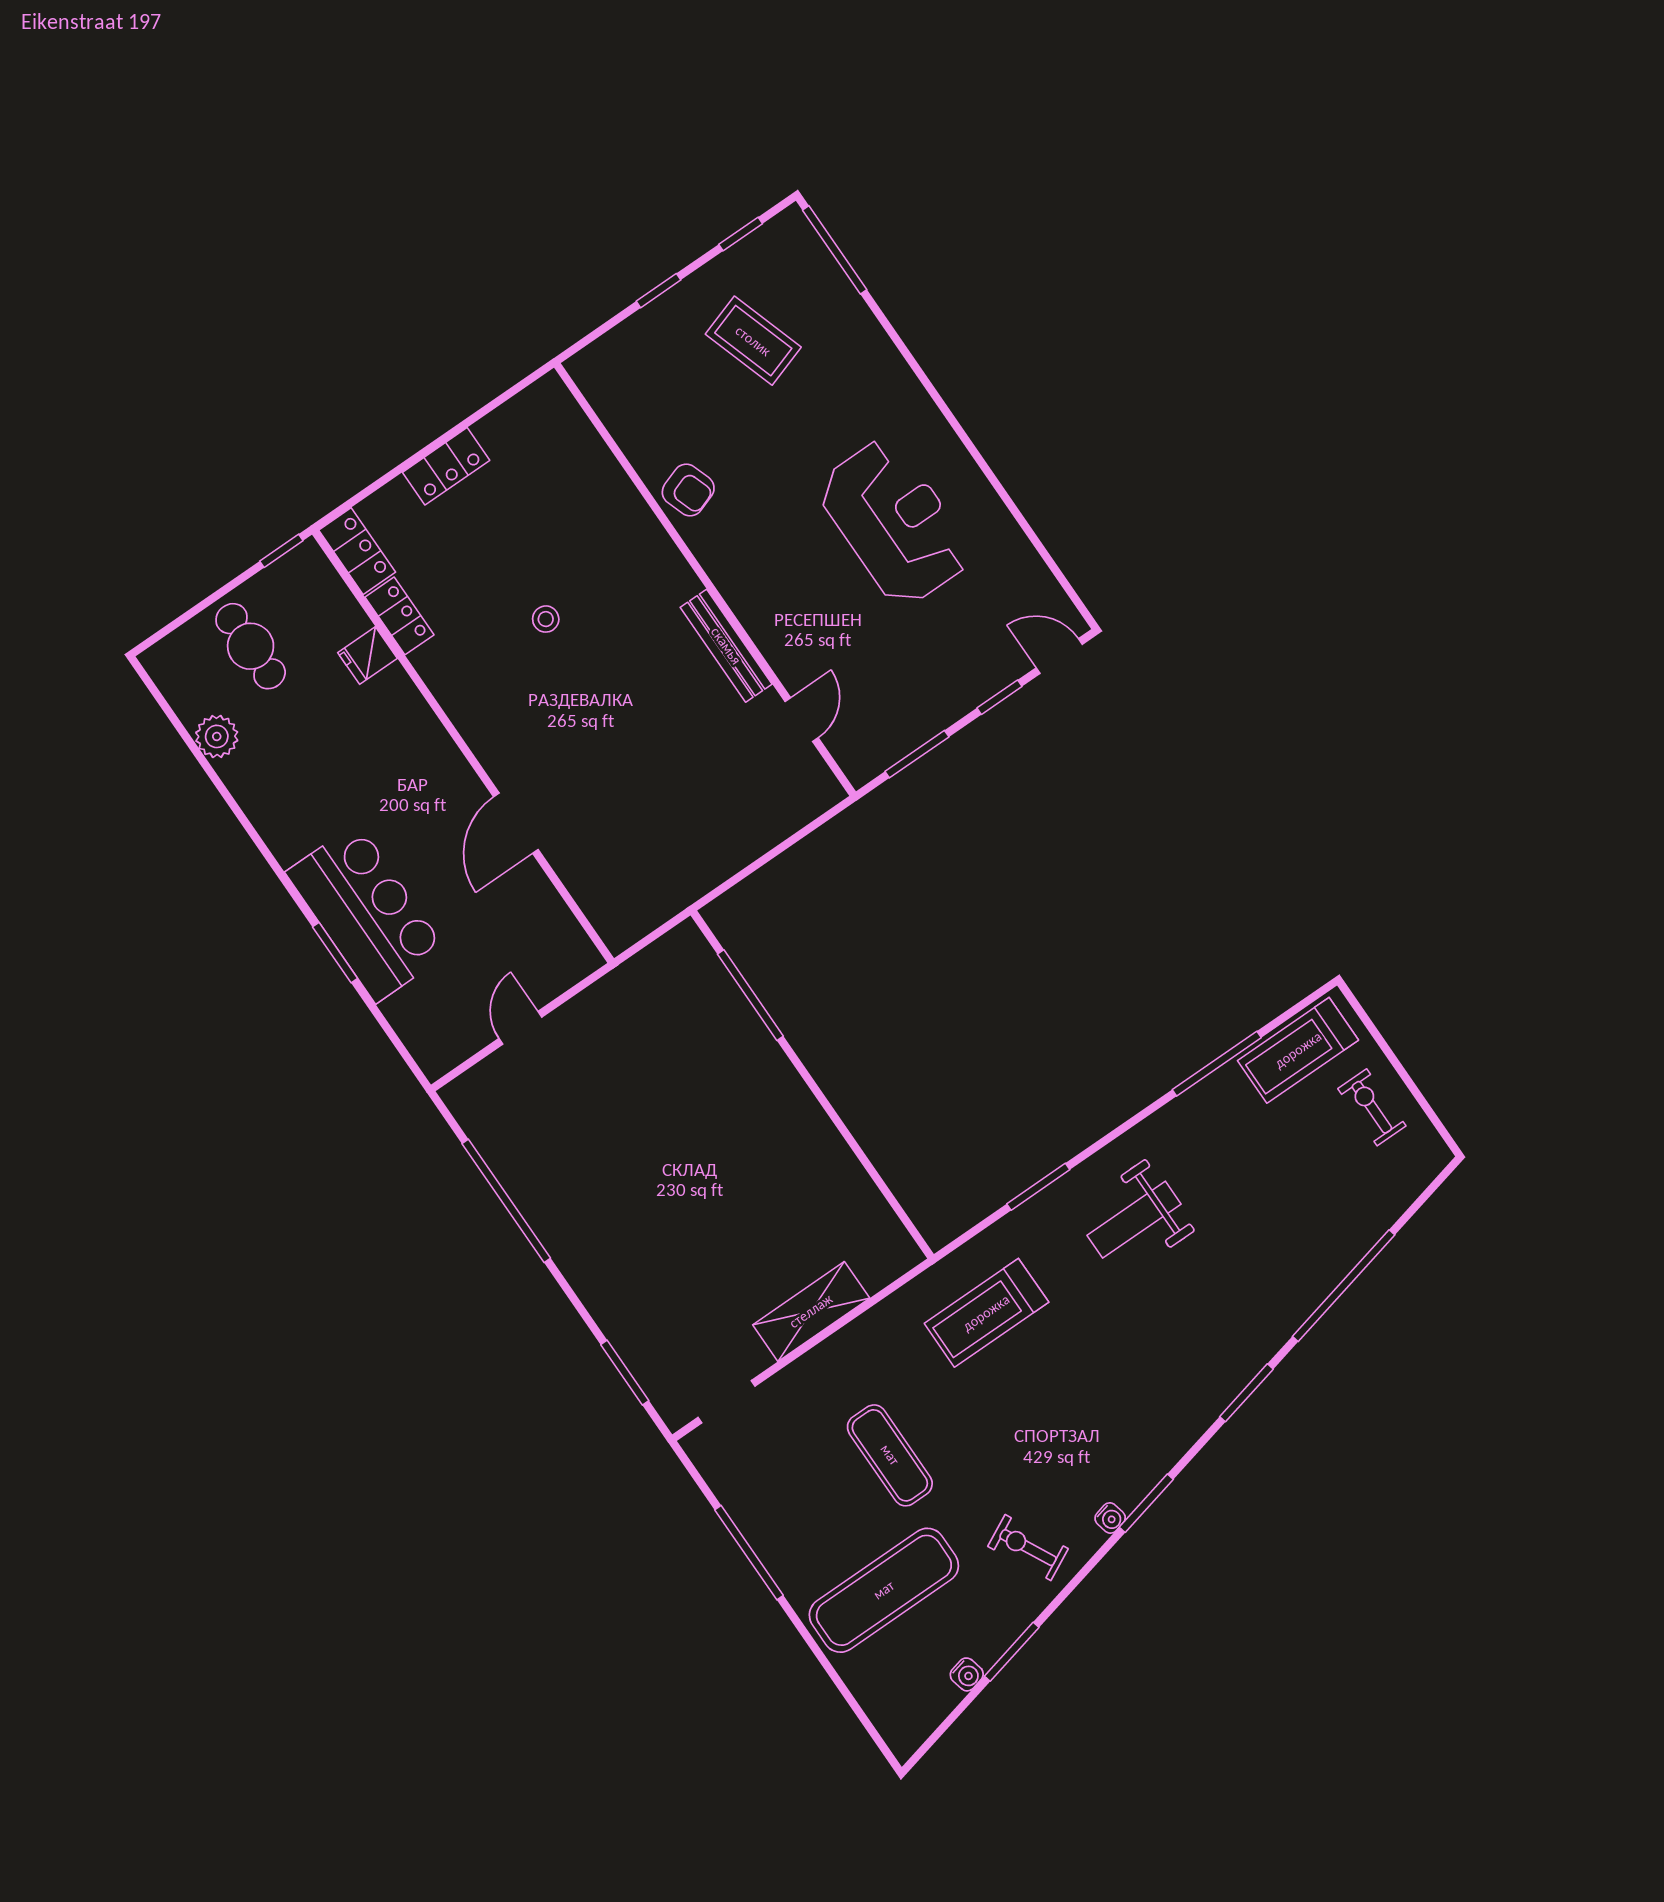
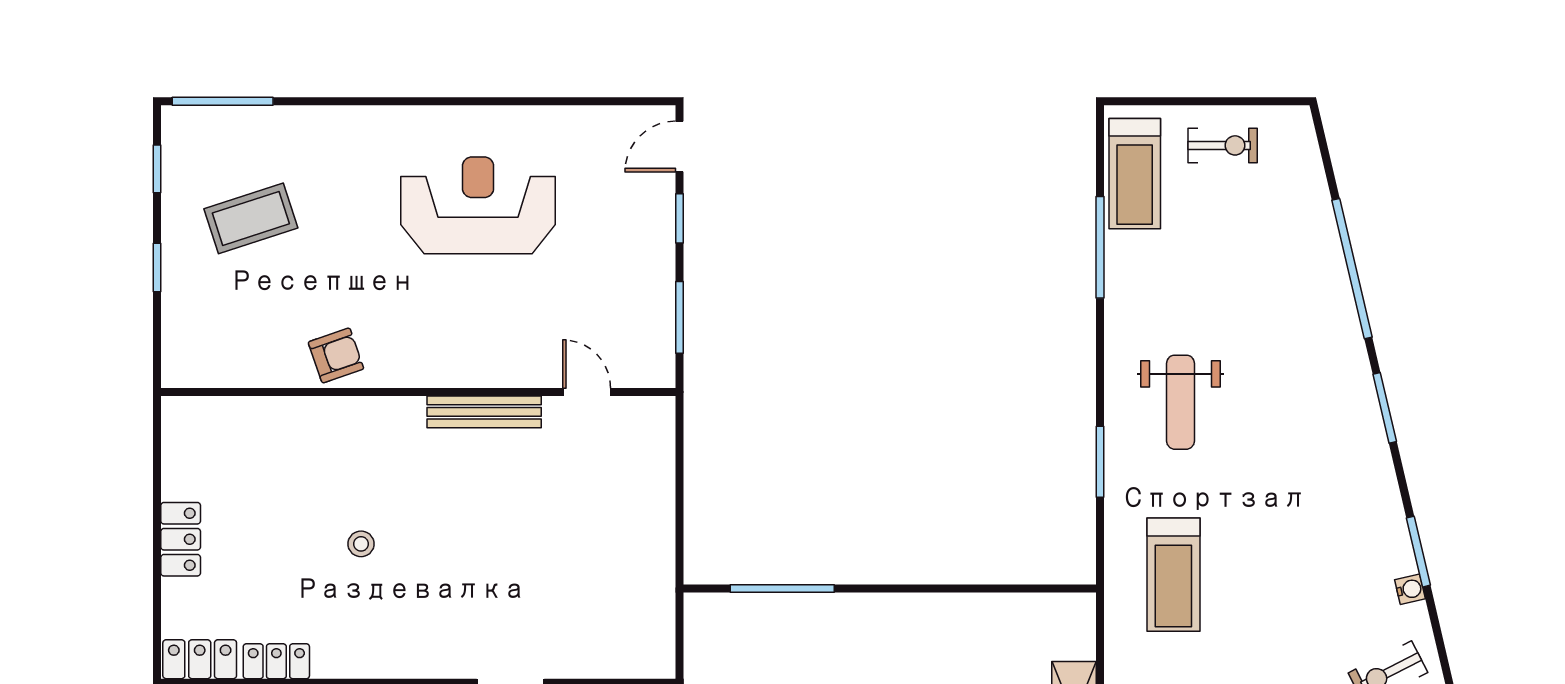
exercise bike: (1372, 1107) -> (1223, 145), turned 180

